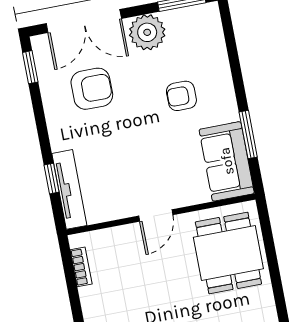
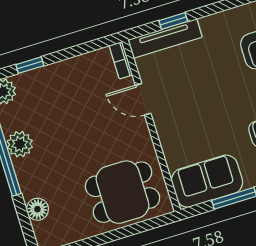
door: (156, 215) -> (143, 99), moved
bookcase: (81, 267) -> (121, 60), moved, turned 90

